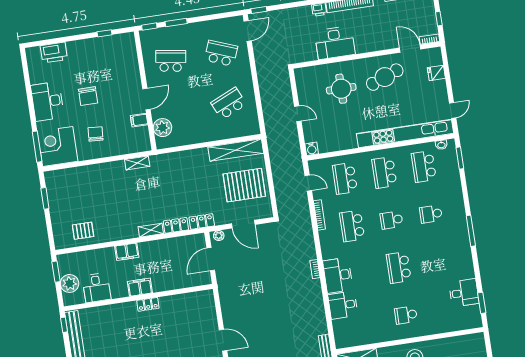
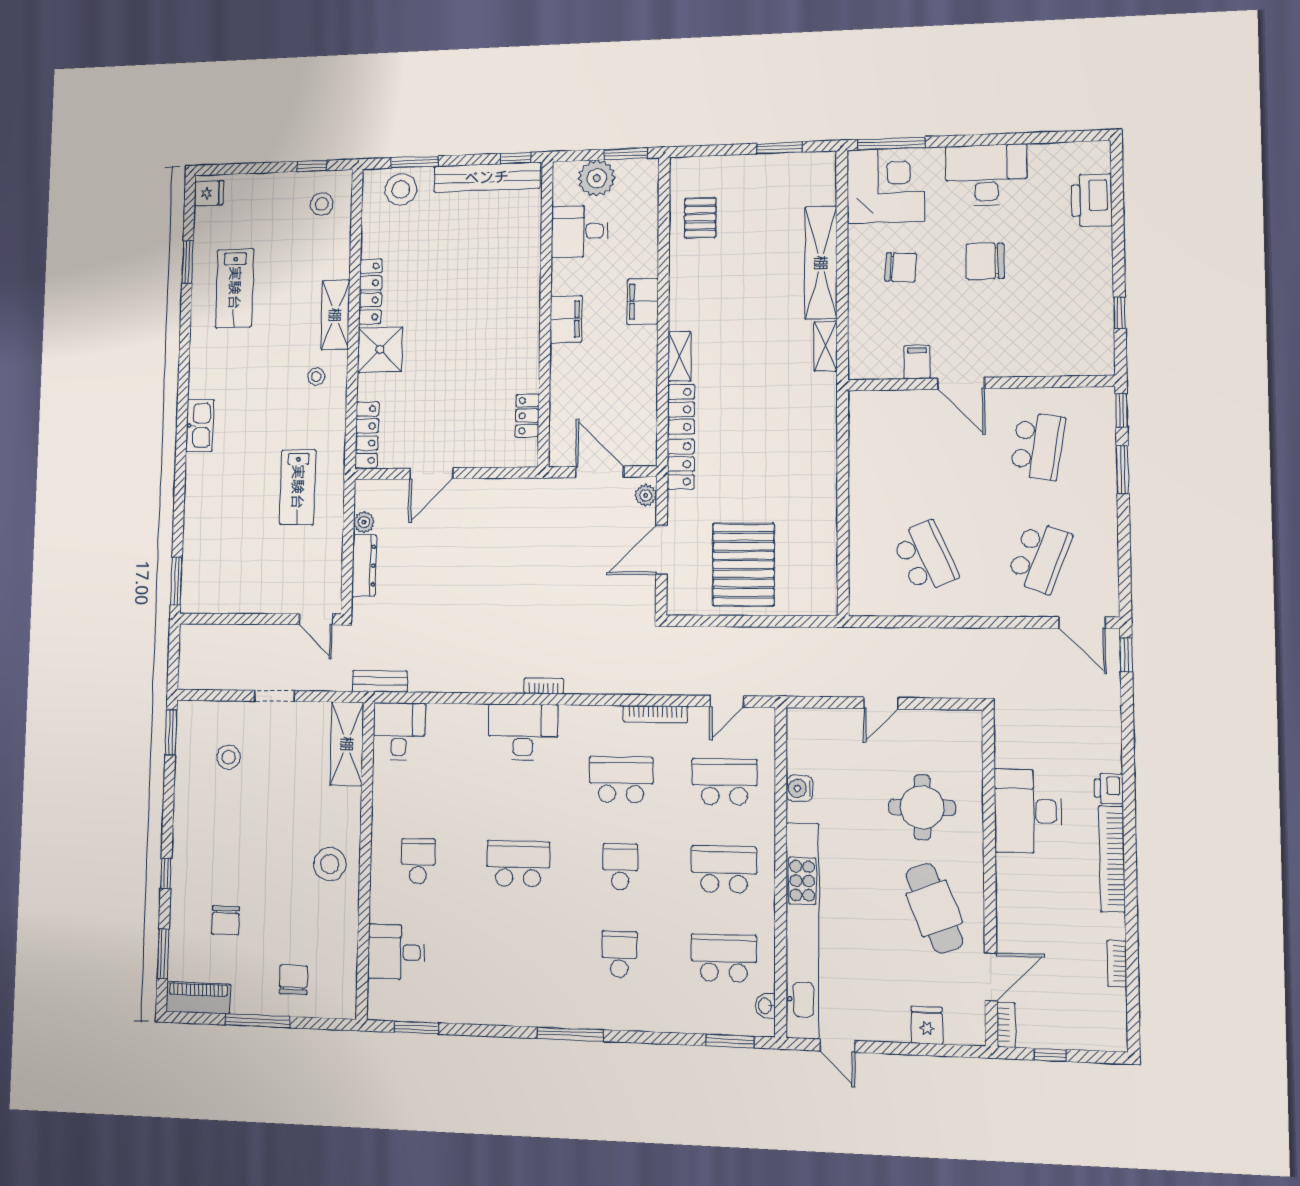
plant: (162, 128) -> (893, 409), removed
water cooler: (312, 149) -> (799, 788), moved
shelving: (236, 150) -> (821, 263), moved
desk: (464, 293) -> (396, 952), moved, turned 90
locker: (148, 304) -> (527, 416), moved
desk: (343, 305) -> (399, 731), moved

